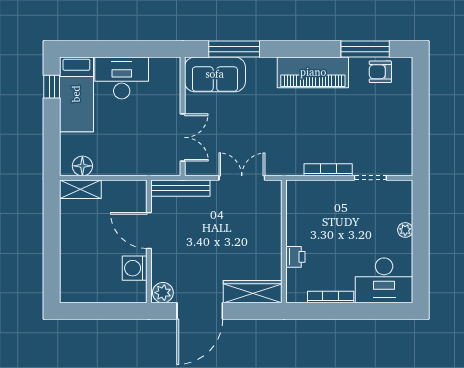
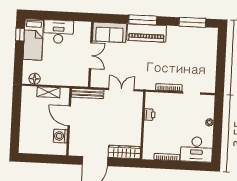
window: (234, 49) -> (143, 20), moved
piano: (313, 72) -> (147, 33), moved
armchair: (380, 72) -> (200, 35), removed
double door: (183, 137) -> (91, 56), moved
shelving: (80, 189) -> (48, 92), moved
printer: (295, 257) -> (150, 115), moved
plant: (163, 293) -> (75, 150), removed

